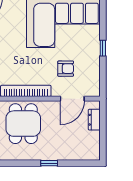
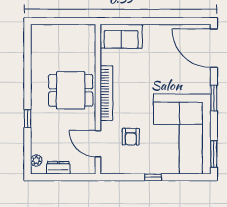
dresser: (94, 120) -> (58, 168), moved
plant: (88, 155) -> (36, 160), added

